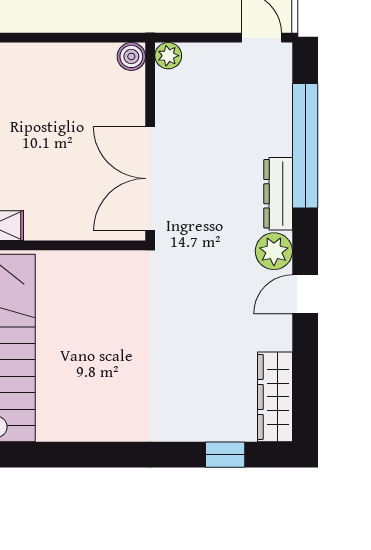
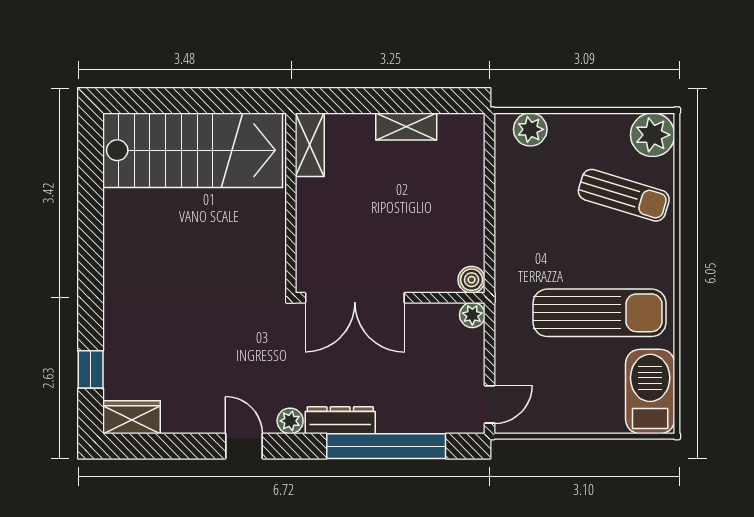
double door: (150, 179) -> (355, 298), swing flipped
plant: (274, 251) -> (290, 421), width x0.73, depth x0.73
wardrobe: (275, 397) -> (131, 417), width x0.67

